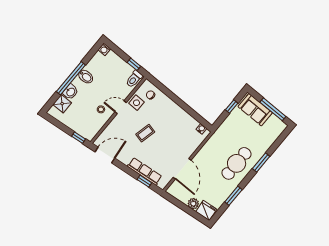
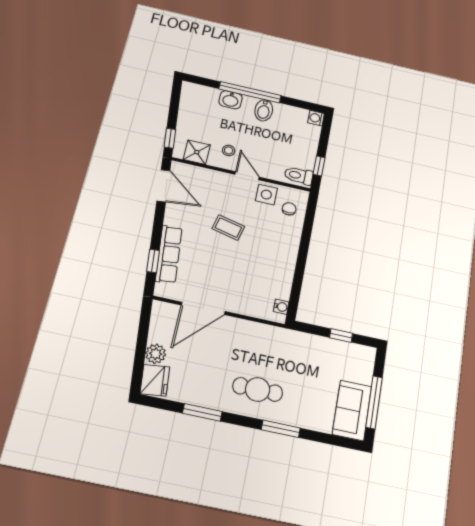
shower: (62, 104) -> (197, 152), moved
sofa: (255, 110) -> (352, 410), moved
cafe table: (237, 163) -> (258, 389), width x0.73, depth x0.74

